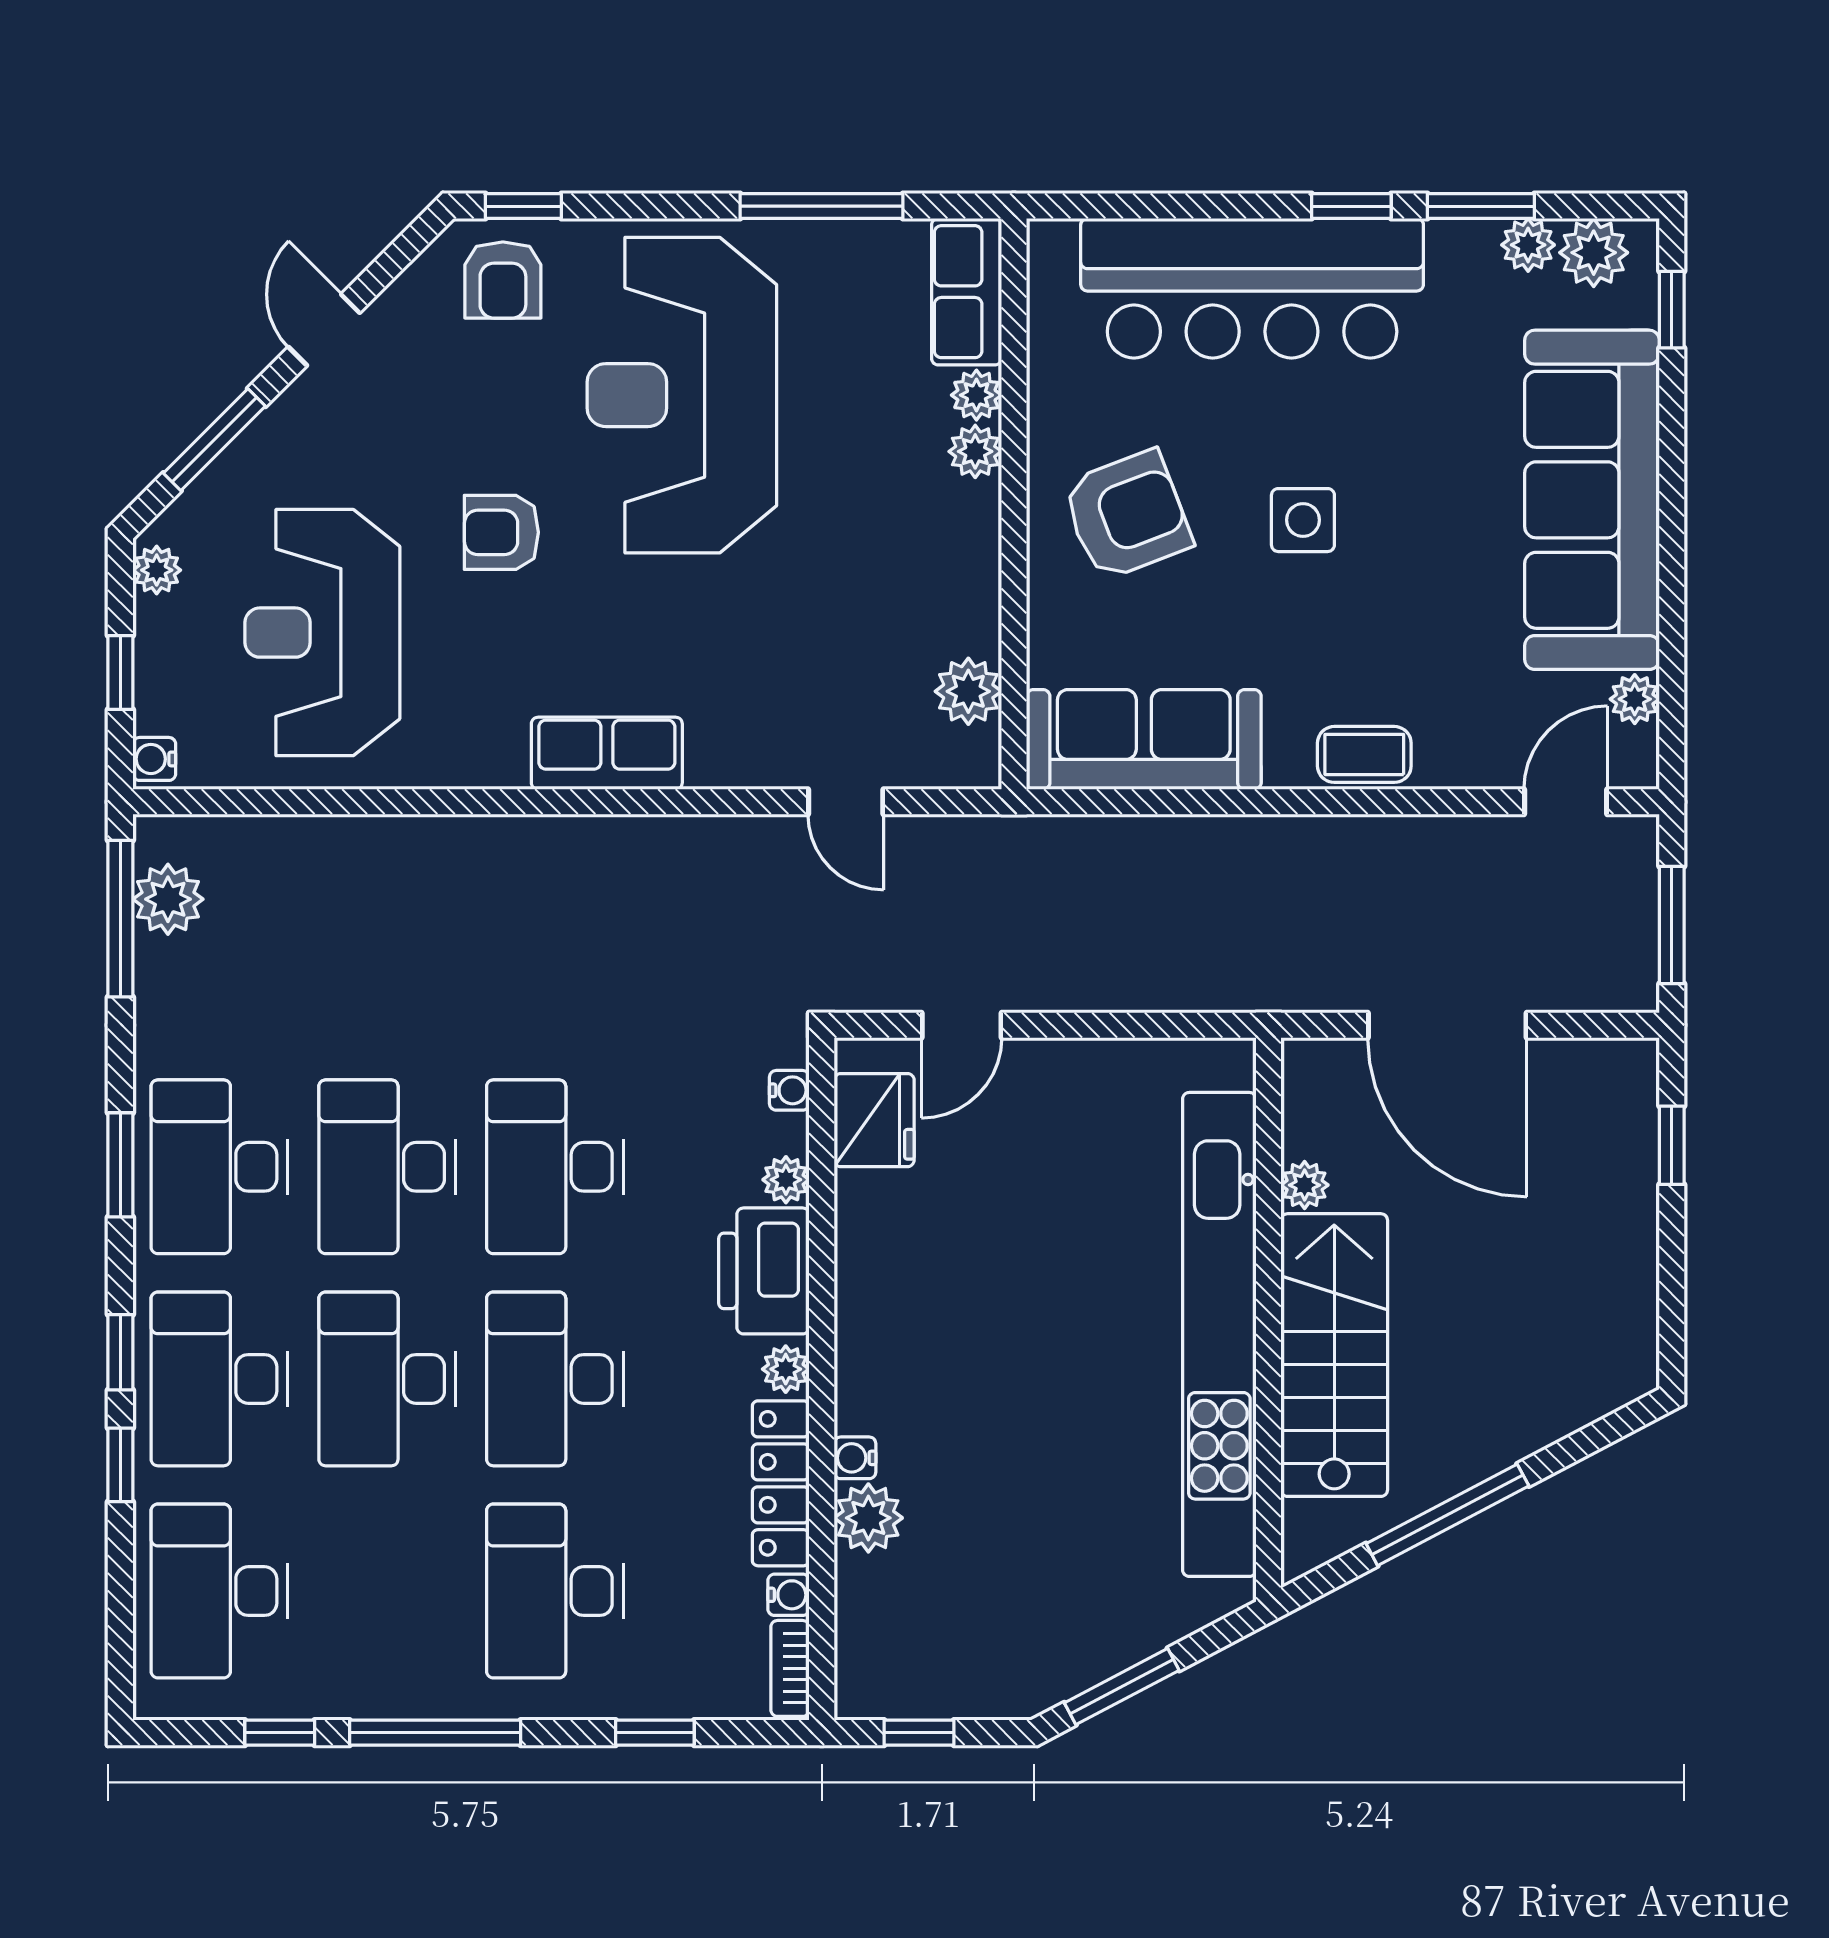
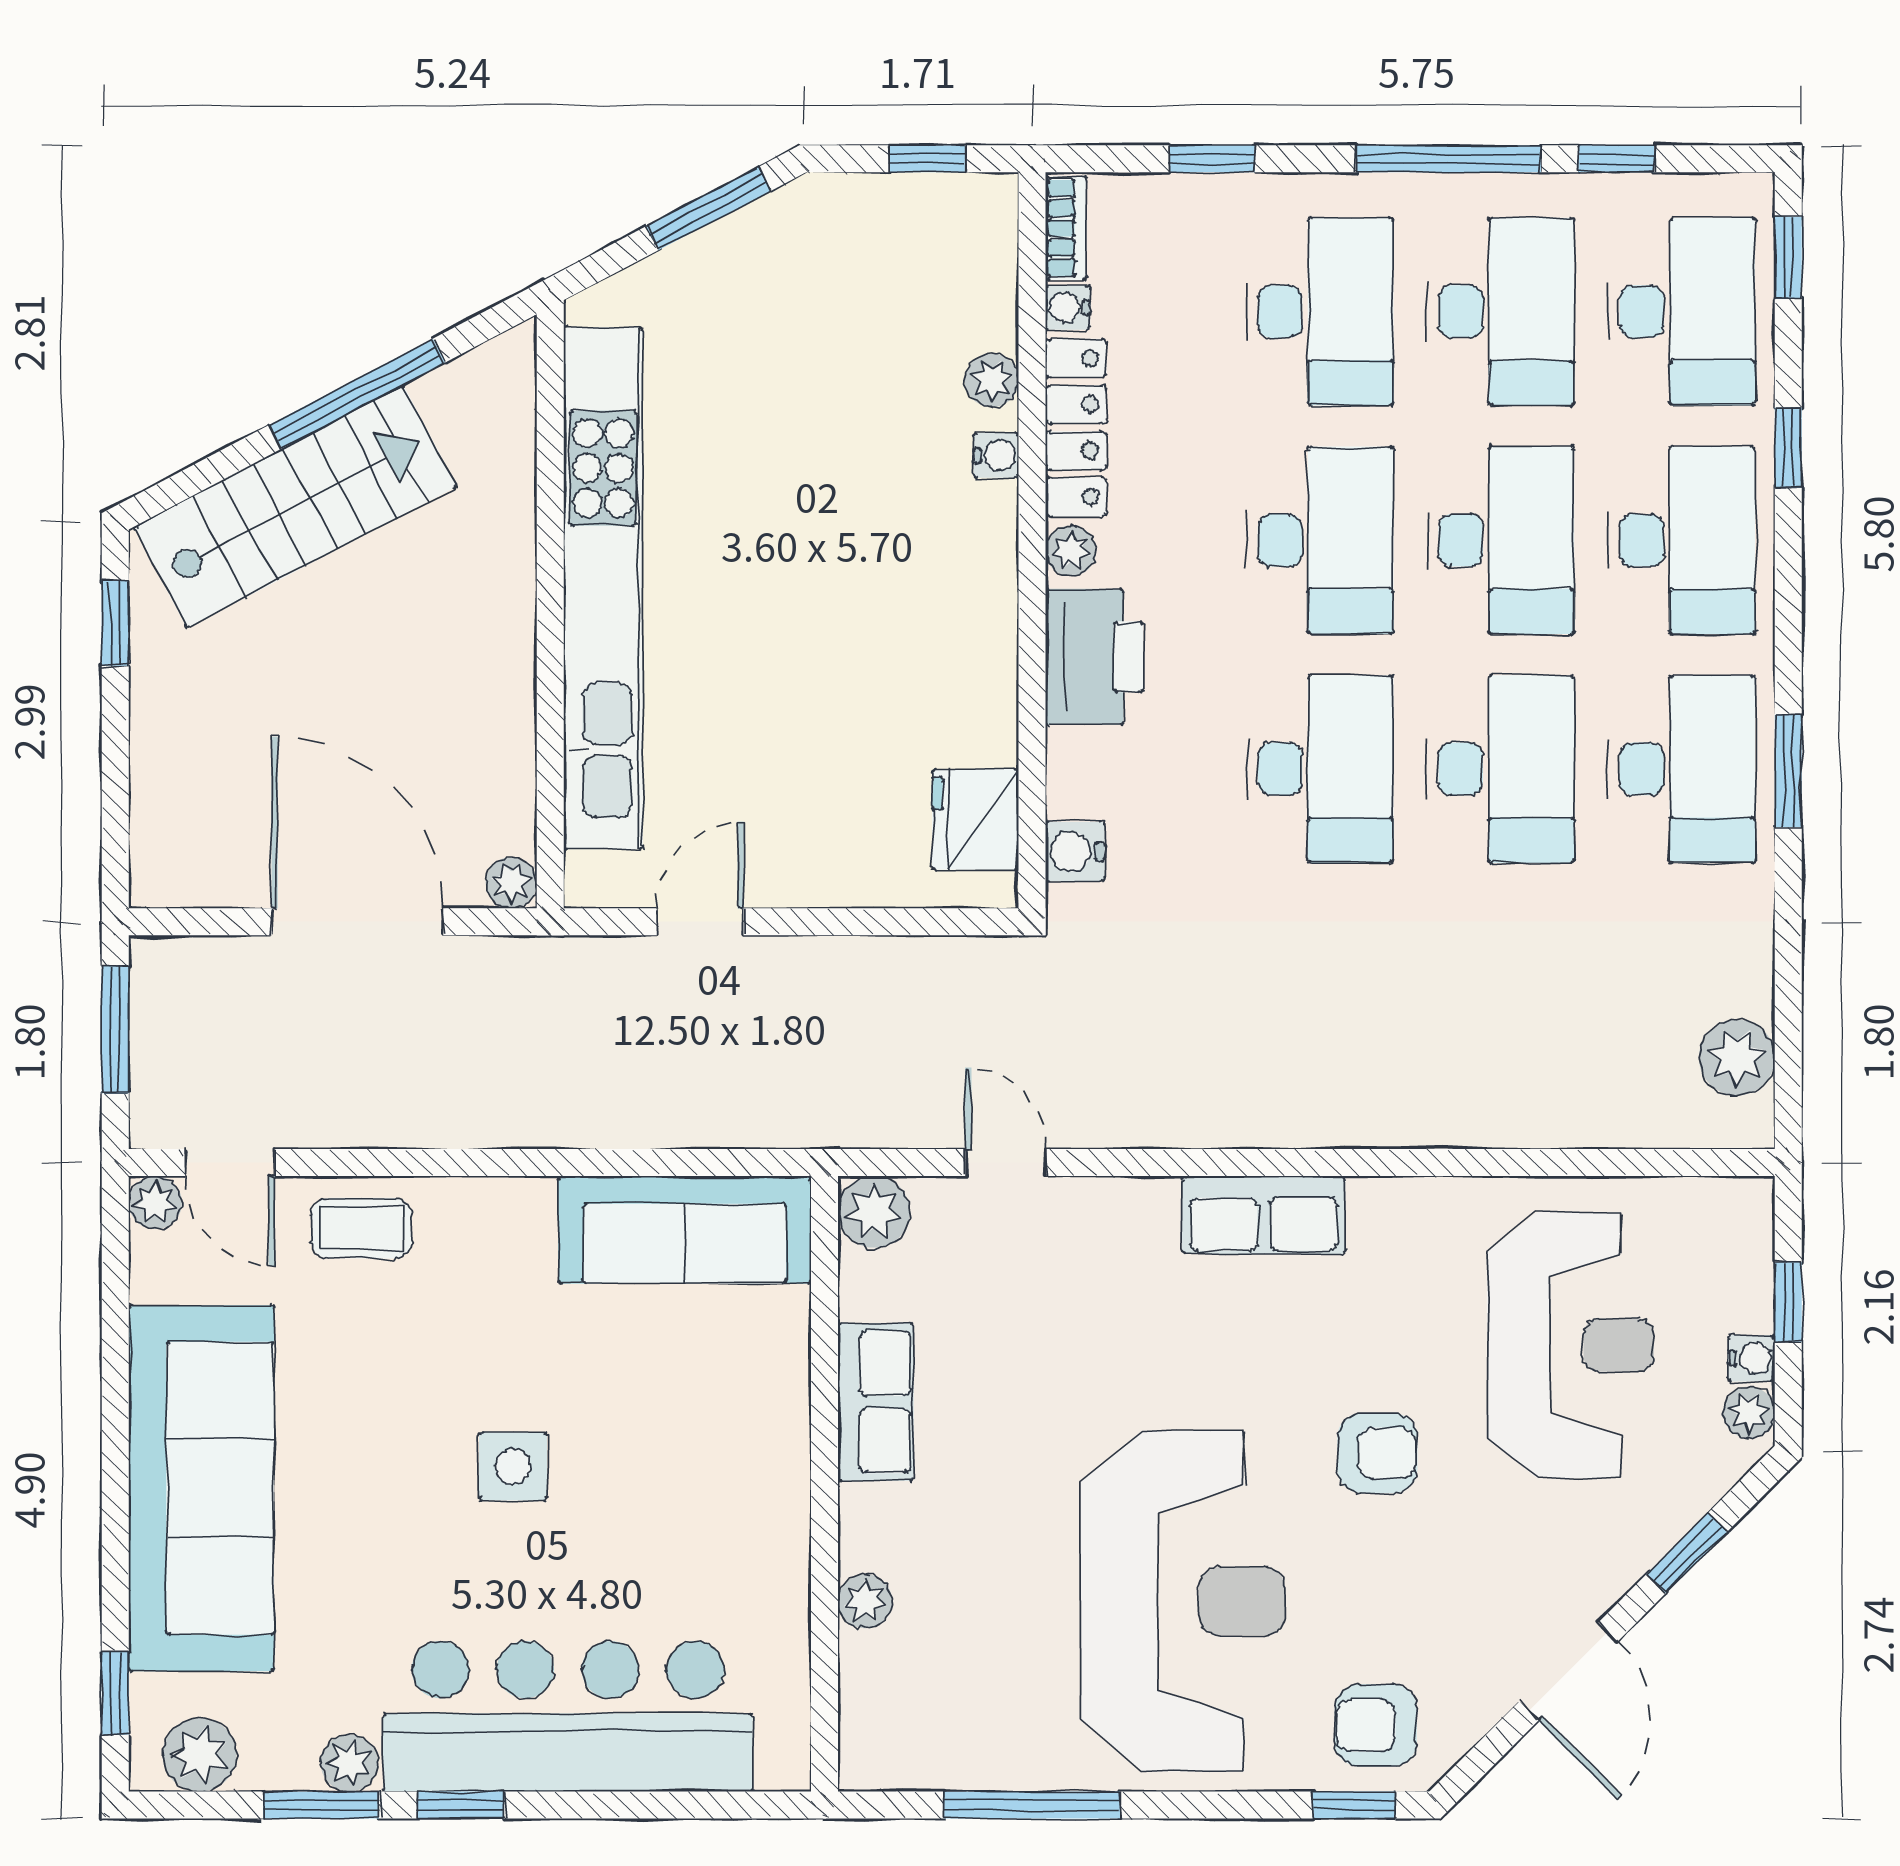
plant: (1528, 245) -> (349, 1763), moved
armchair: (503, 280) -> (1376, 1725), turned -90
row of seats: (967, 292) -> (876, 1402), moved
door: (324, 330) -> (1568, 1671), width x1.38
window: (214, 440) -> (1687, 1553), width x0.67
plant: (975, 451) -> (866, 1540), removed
armchair: (1127, 515) -> (703, 1472), removed
plant: (968, 691) -> (874, 1212), moved
plant: (1635, 699) -> (155, 1203), moved
coffee table: (1364, 754) -> (362, 1228), moved
water cooler: (154, 759) -> (1752, 1358), moved
door: (1566, 802) -> (230, 1163), hinge flipped
window: (120, 919) -> (1788, 1037), removed
door: (962, 1025) -> (700, 922), moved
water cooler: (789, 1090) -> (1075, 851), width x1.38, depth x1.38
window: (1672, 1145) -> (115, 623), moved
plant: (786, 1180) -> (1070, 755), removed
plant: (1305, 1185) -> (511, 883), moved
window: (120, 1352) -> (1788, 257), moved
stairs: (1334, 1355) -> (295, 507), moved, turned -118
plant: (868, 1518) -> (992, 380), width x0.73, depth x0.73
desk: (387, 1591) -> (1501, 312), added

